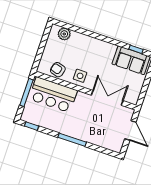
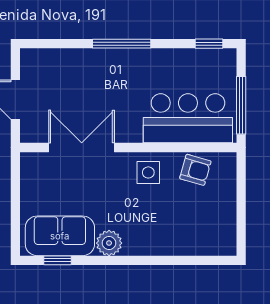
plant: (64, 34) -> (109, 243), moved
double door: (107, 98) -> (82, 147), swing flipped

